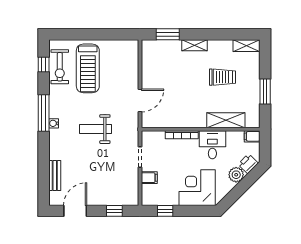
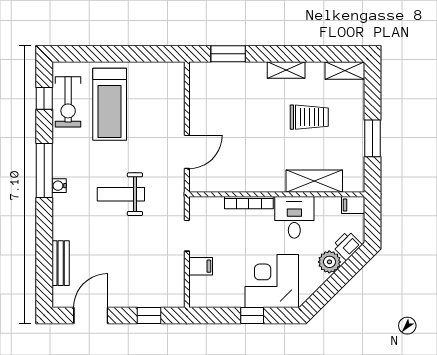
shelving: (195, 45) -> (286, 70), moved
window: (165, 211) -> (252, 316), moved

